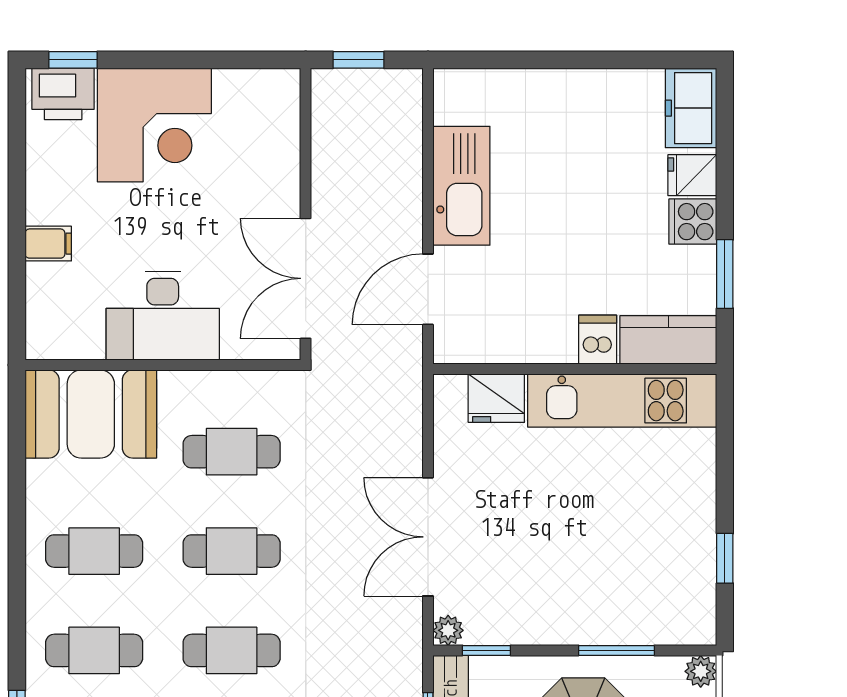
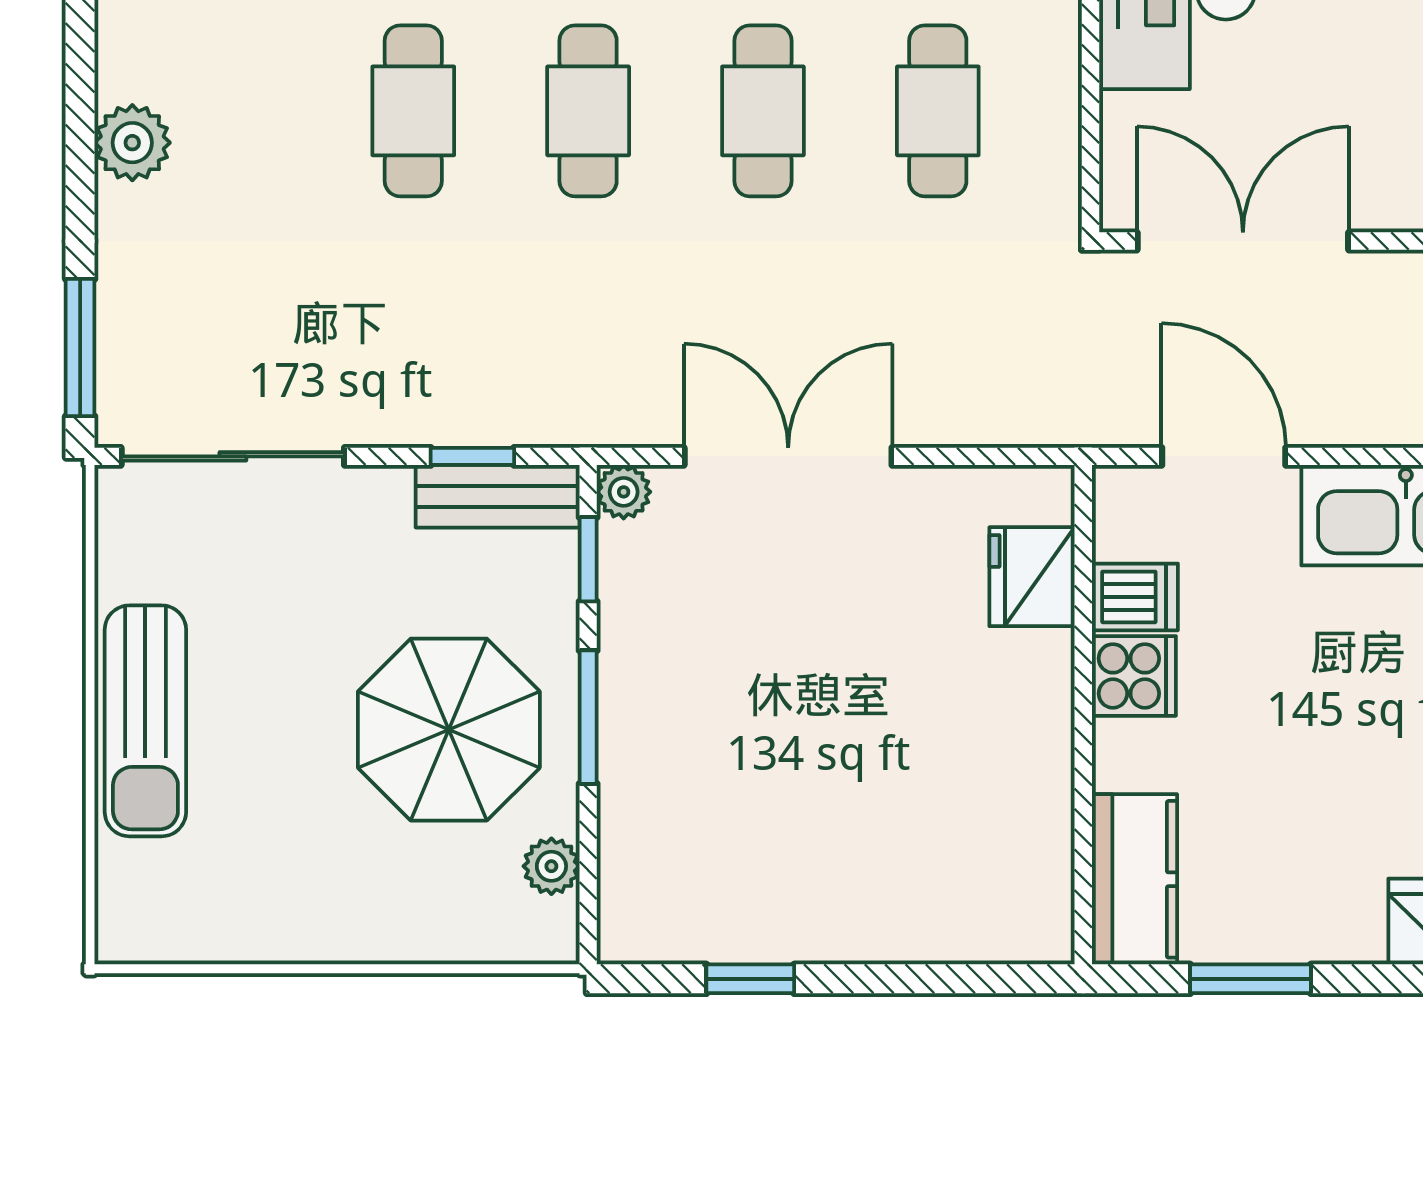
cooker: (693, 222) -> (1134, 676), moved, turned 90
dishwasher: (598, 340) -> (1135, 597), moved
kitchen unit: (622, 401) -> (1028, 798), removed
window: (616, 650) -> (588, 717), moved
plant: (701, 671) -> (551, 866), moved

